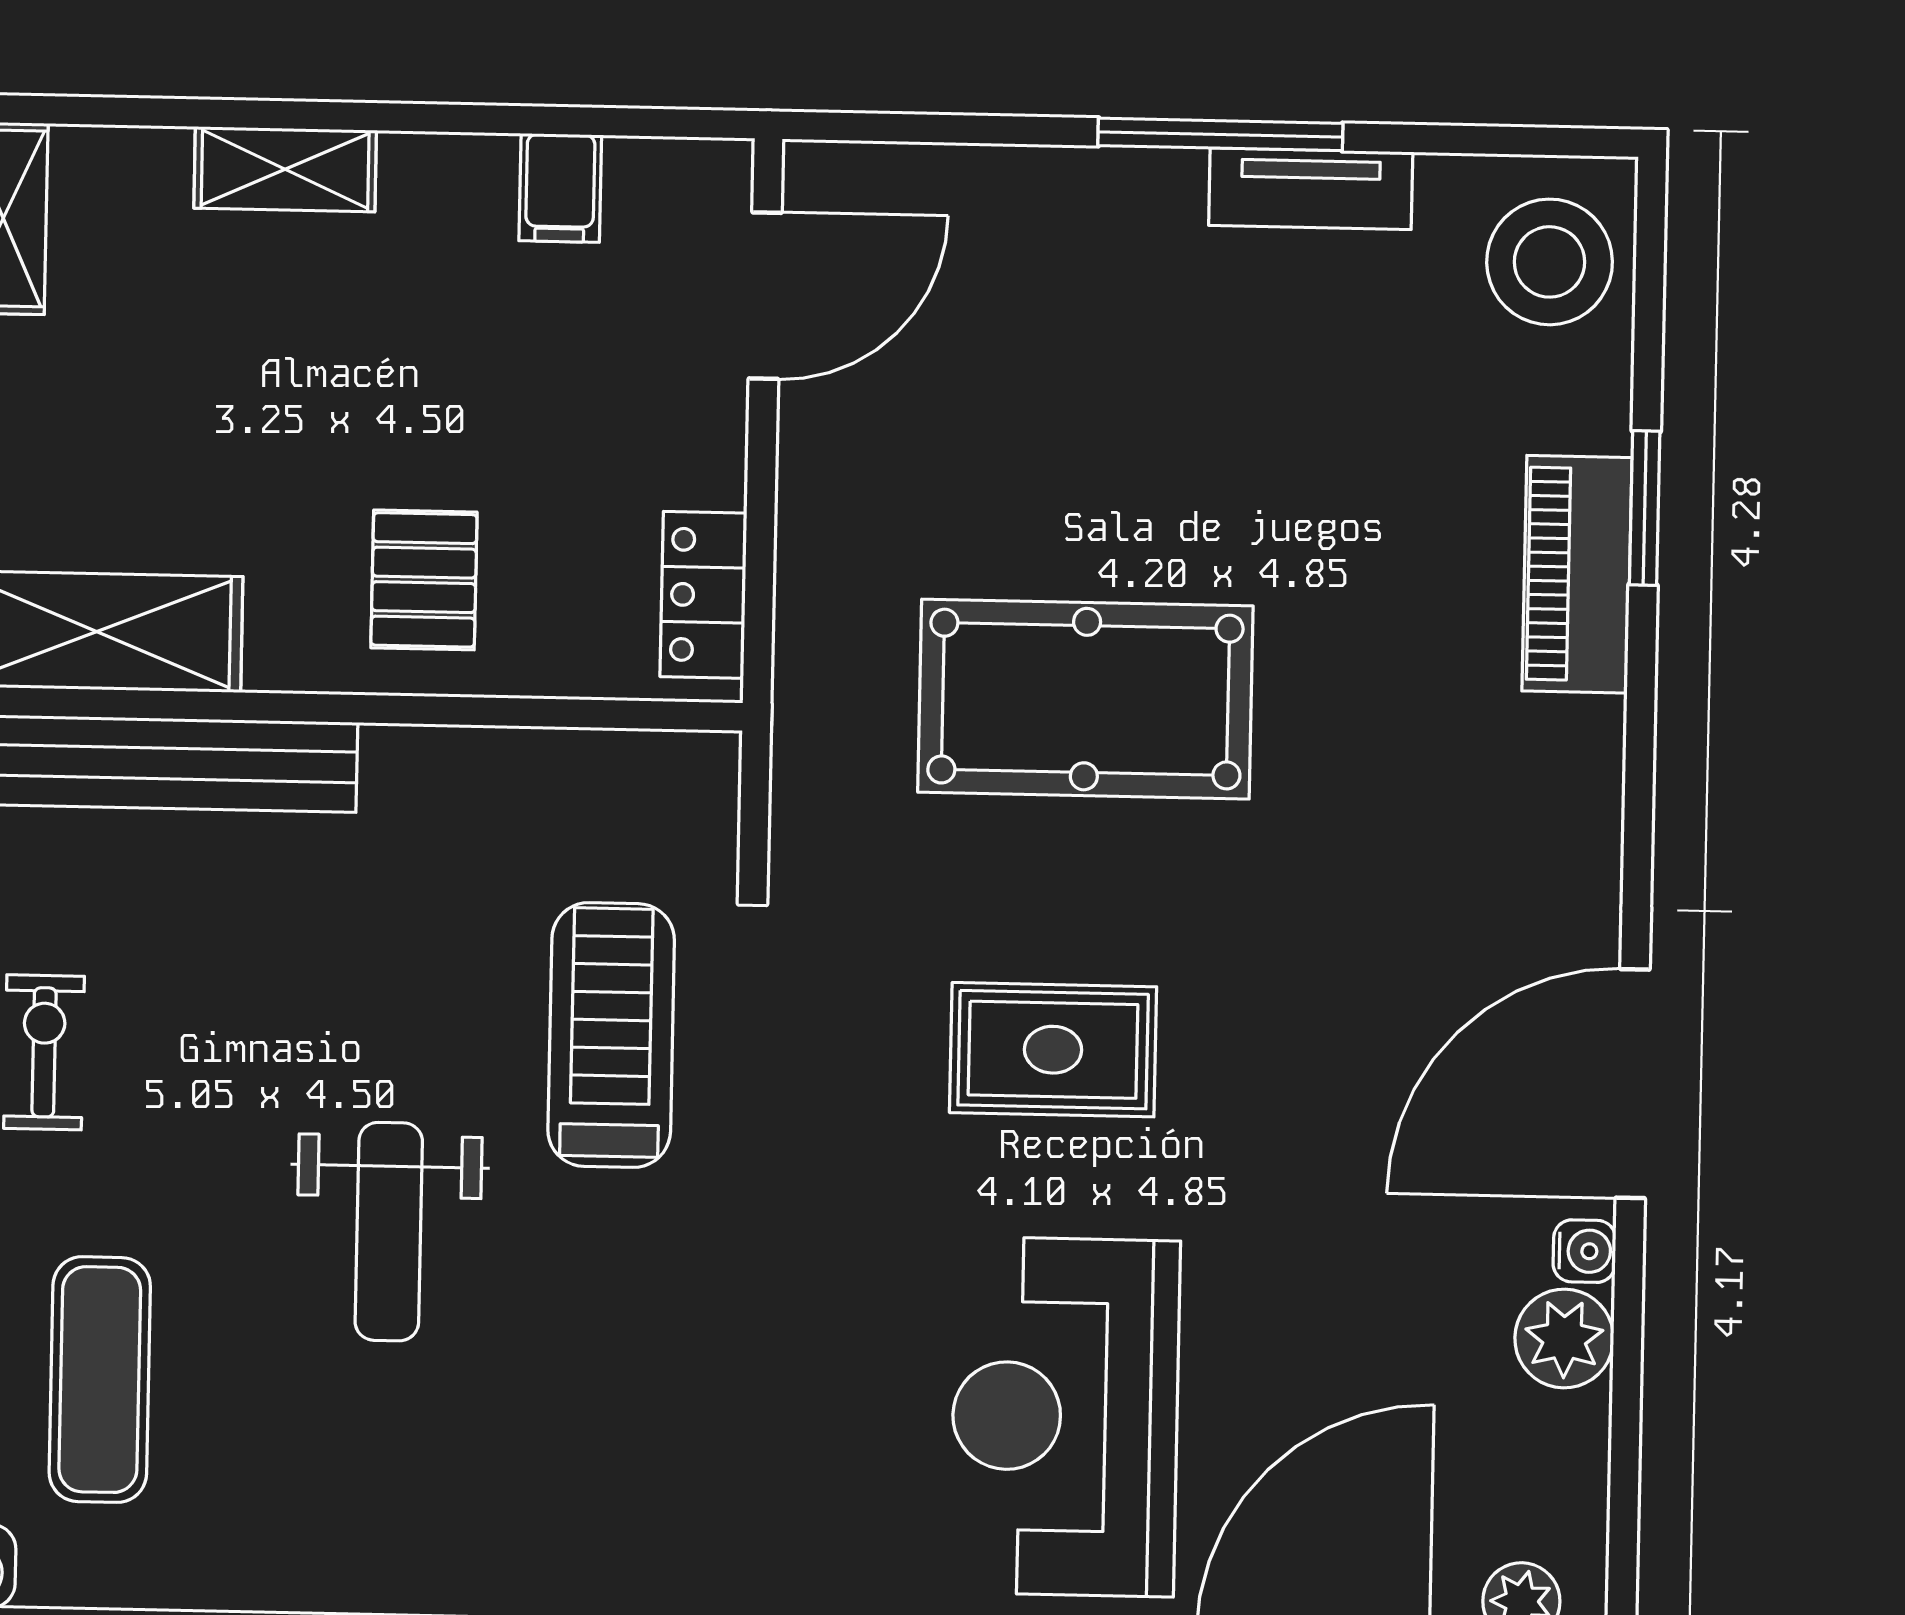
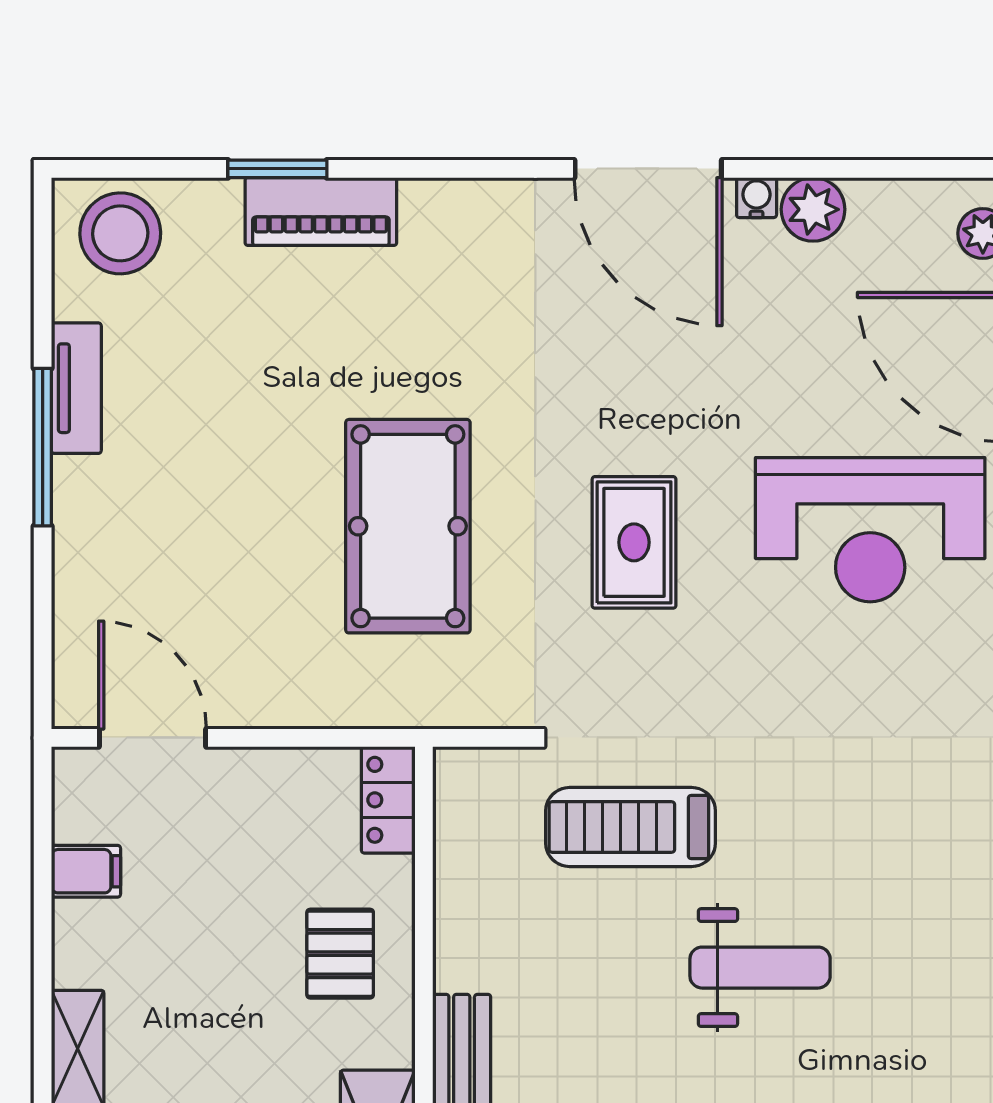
pallet: (424, 580) -> (340, 954), turned 90
locker: (703, 595) -> (388, 800), moved, turned 90

